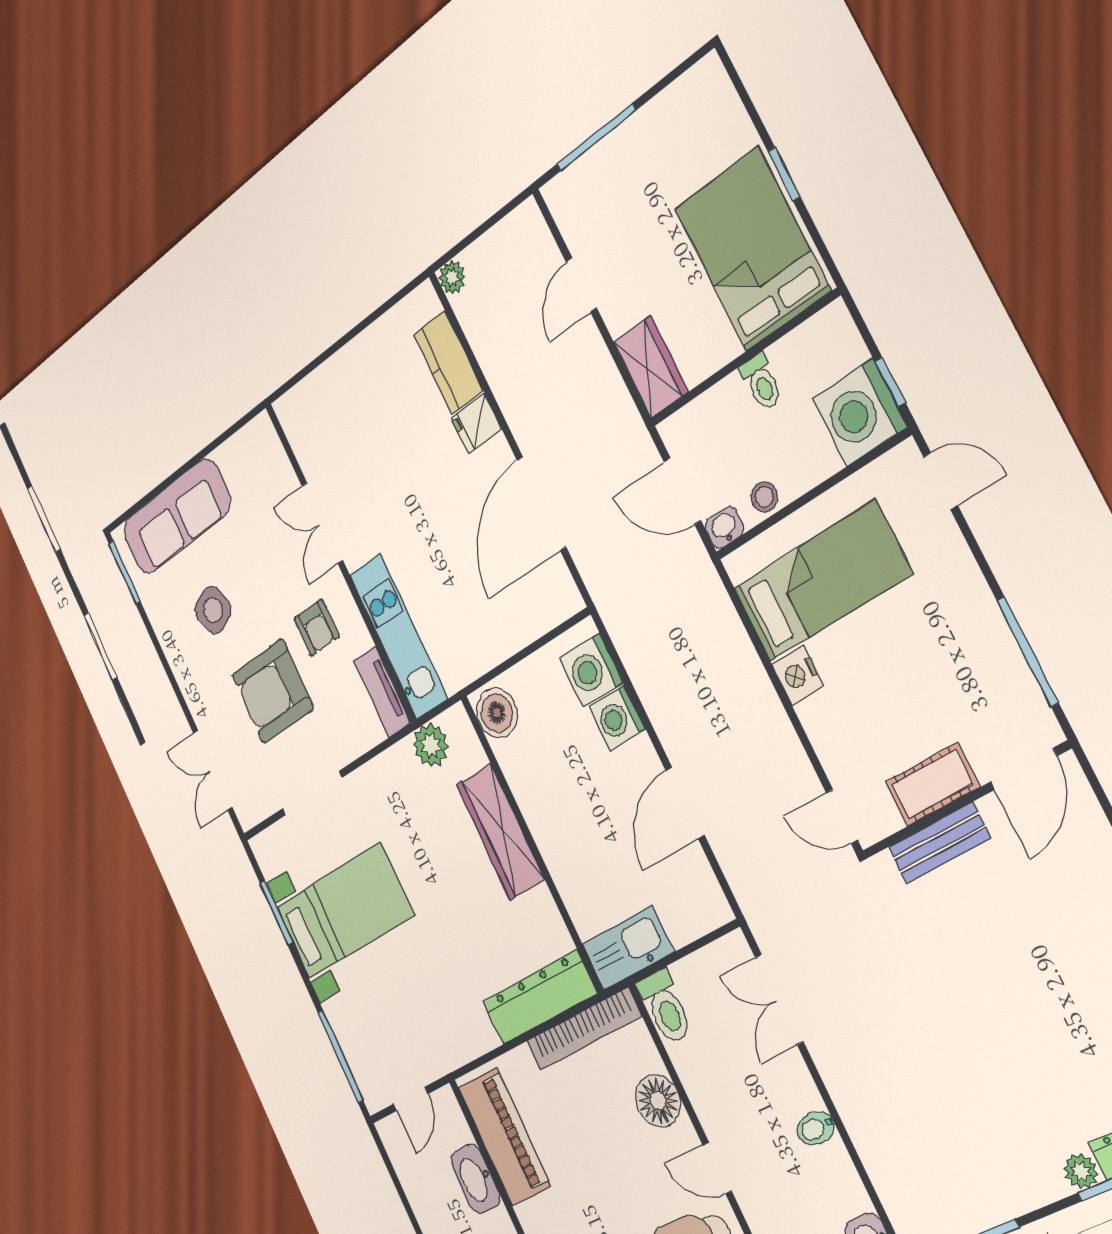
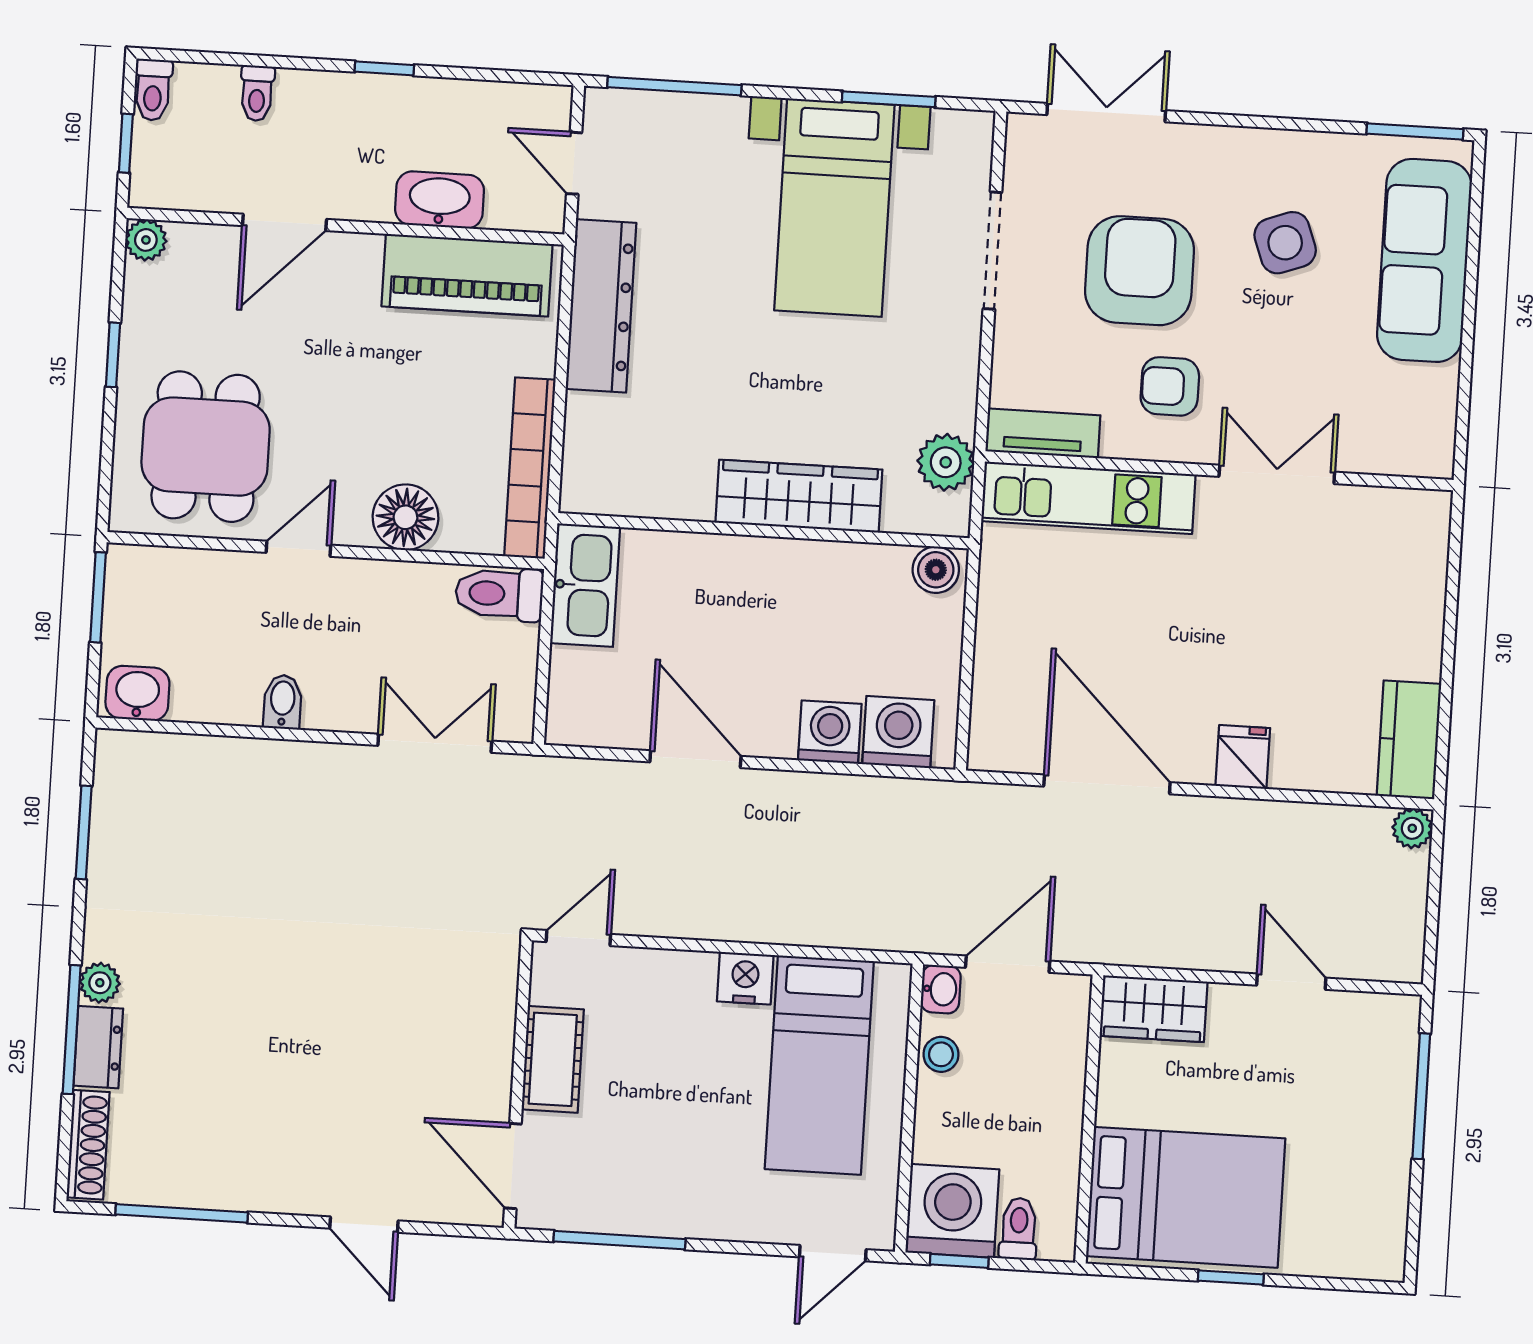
kitchen counter: (448, 362) -> (1409, 740), moved, turned -90
toilet: (761, 382) -> (1019, 1229), moved, turned 90
boiler: (497, 713) -> (936, 570), width x0.73, depth x0.73
bench: (939, 843) -> (493, 1031), removed
dresser: (540, 998) -> (601, 306), moved

